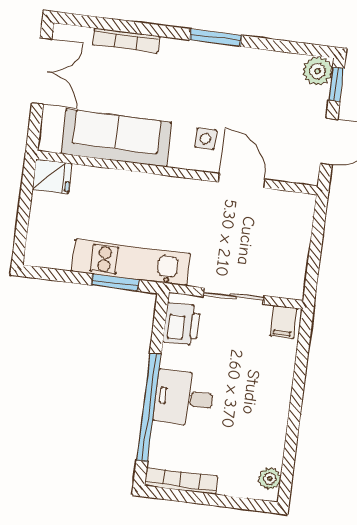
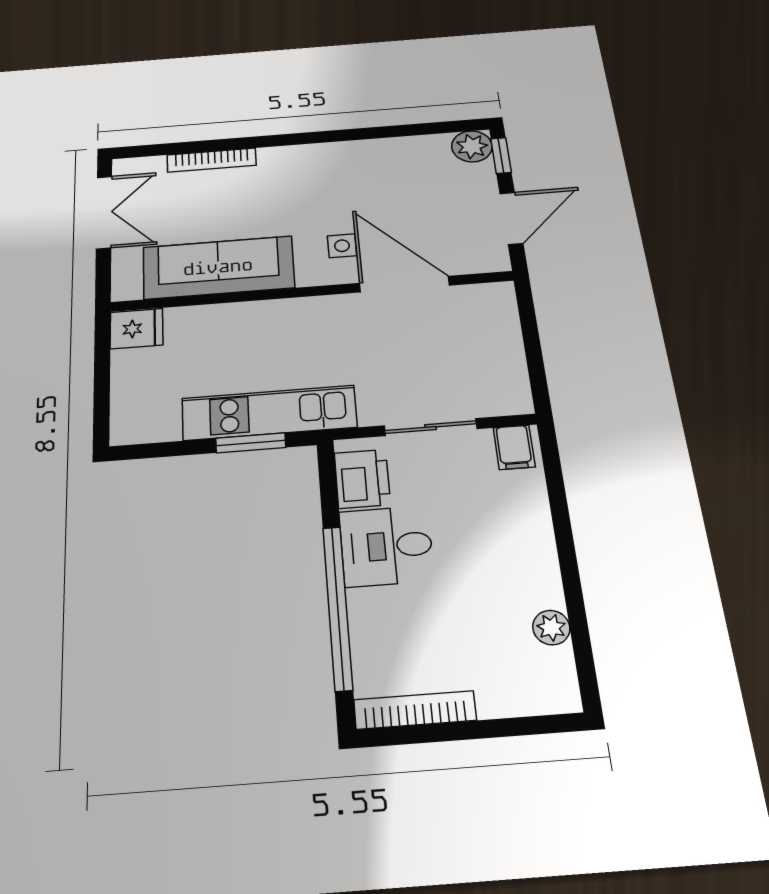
window: (216, 38) -> (329, 136), removed
door: (242, 181) -> (404, 284), width x1.36
desk: (184, 398) -> (386, 546), moved
plant: (270, 479) -> (551, 628), moved

